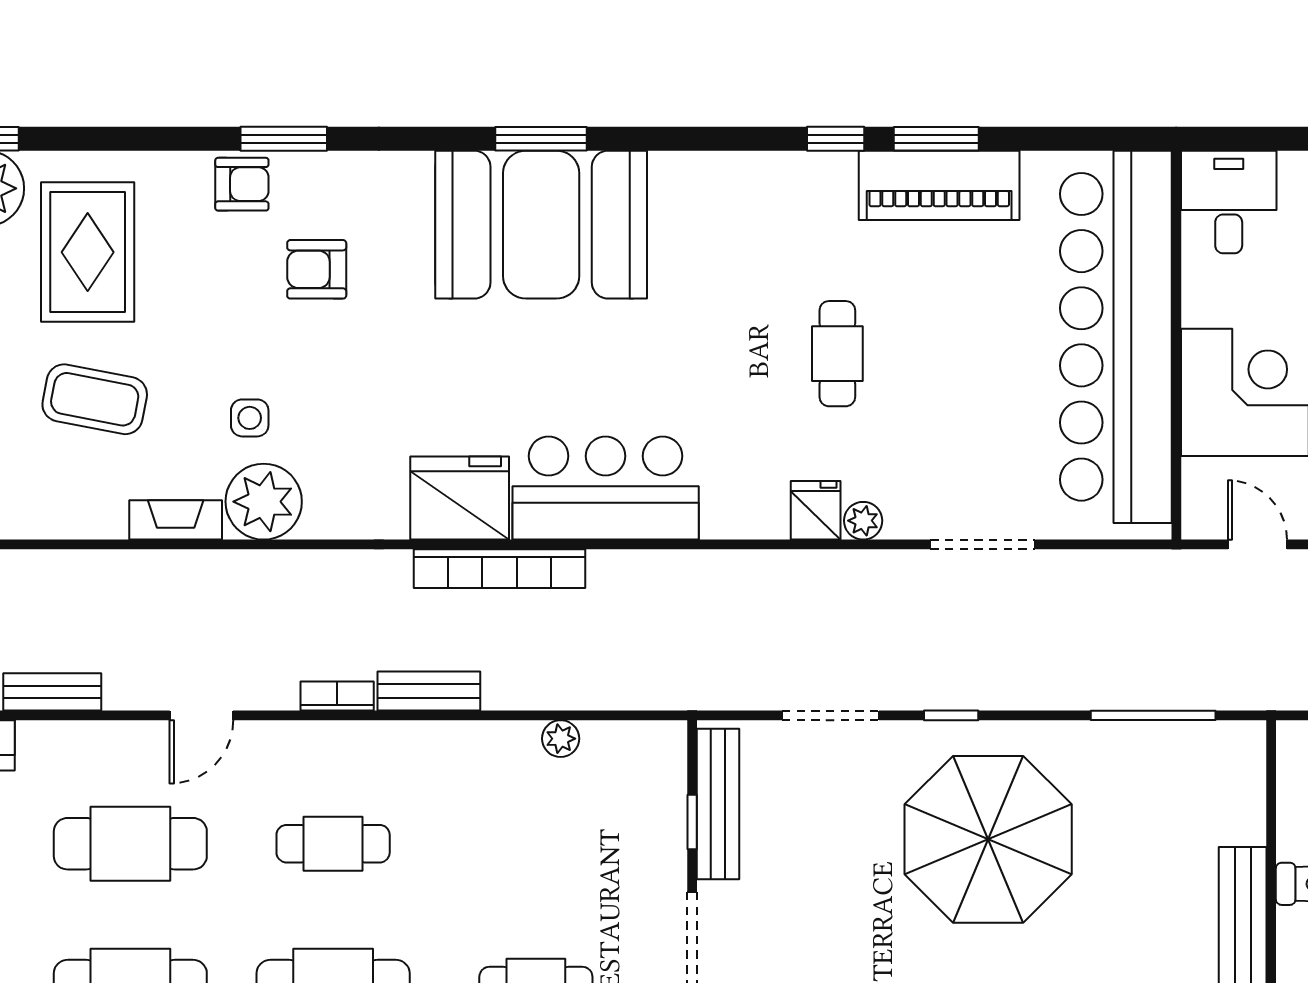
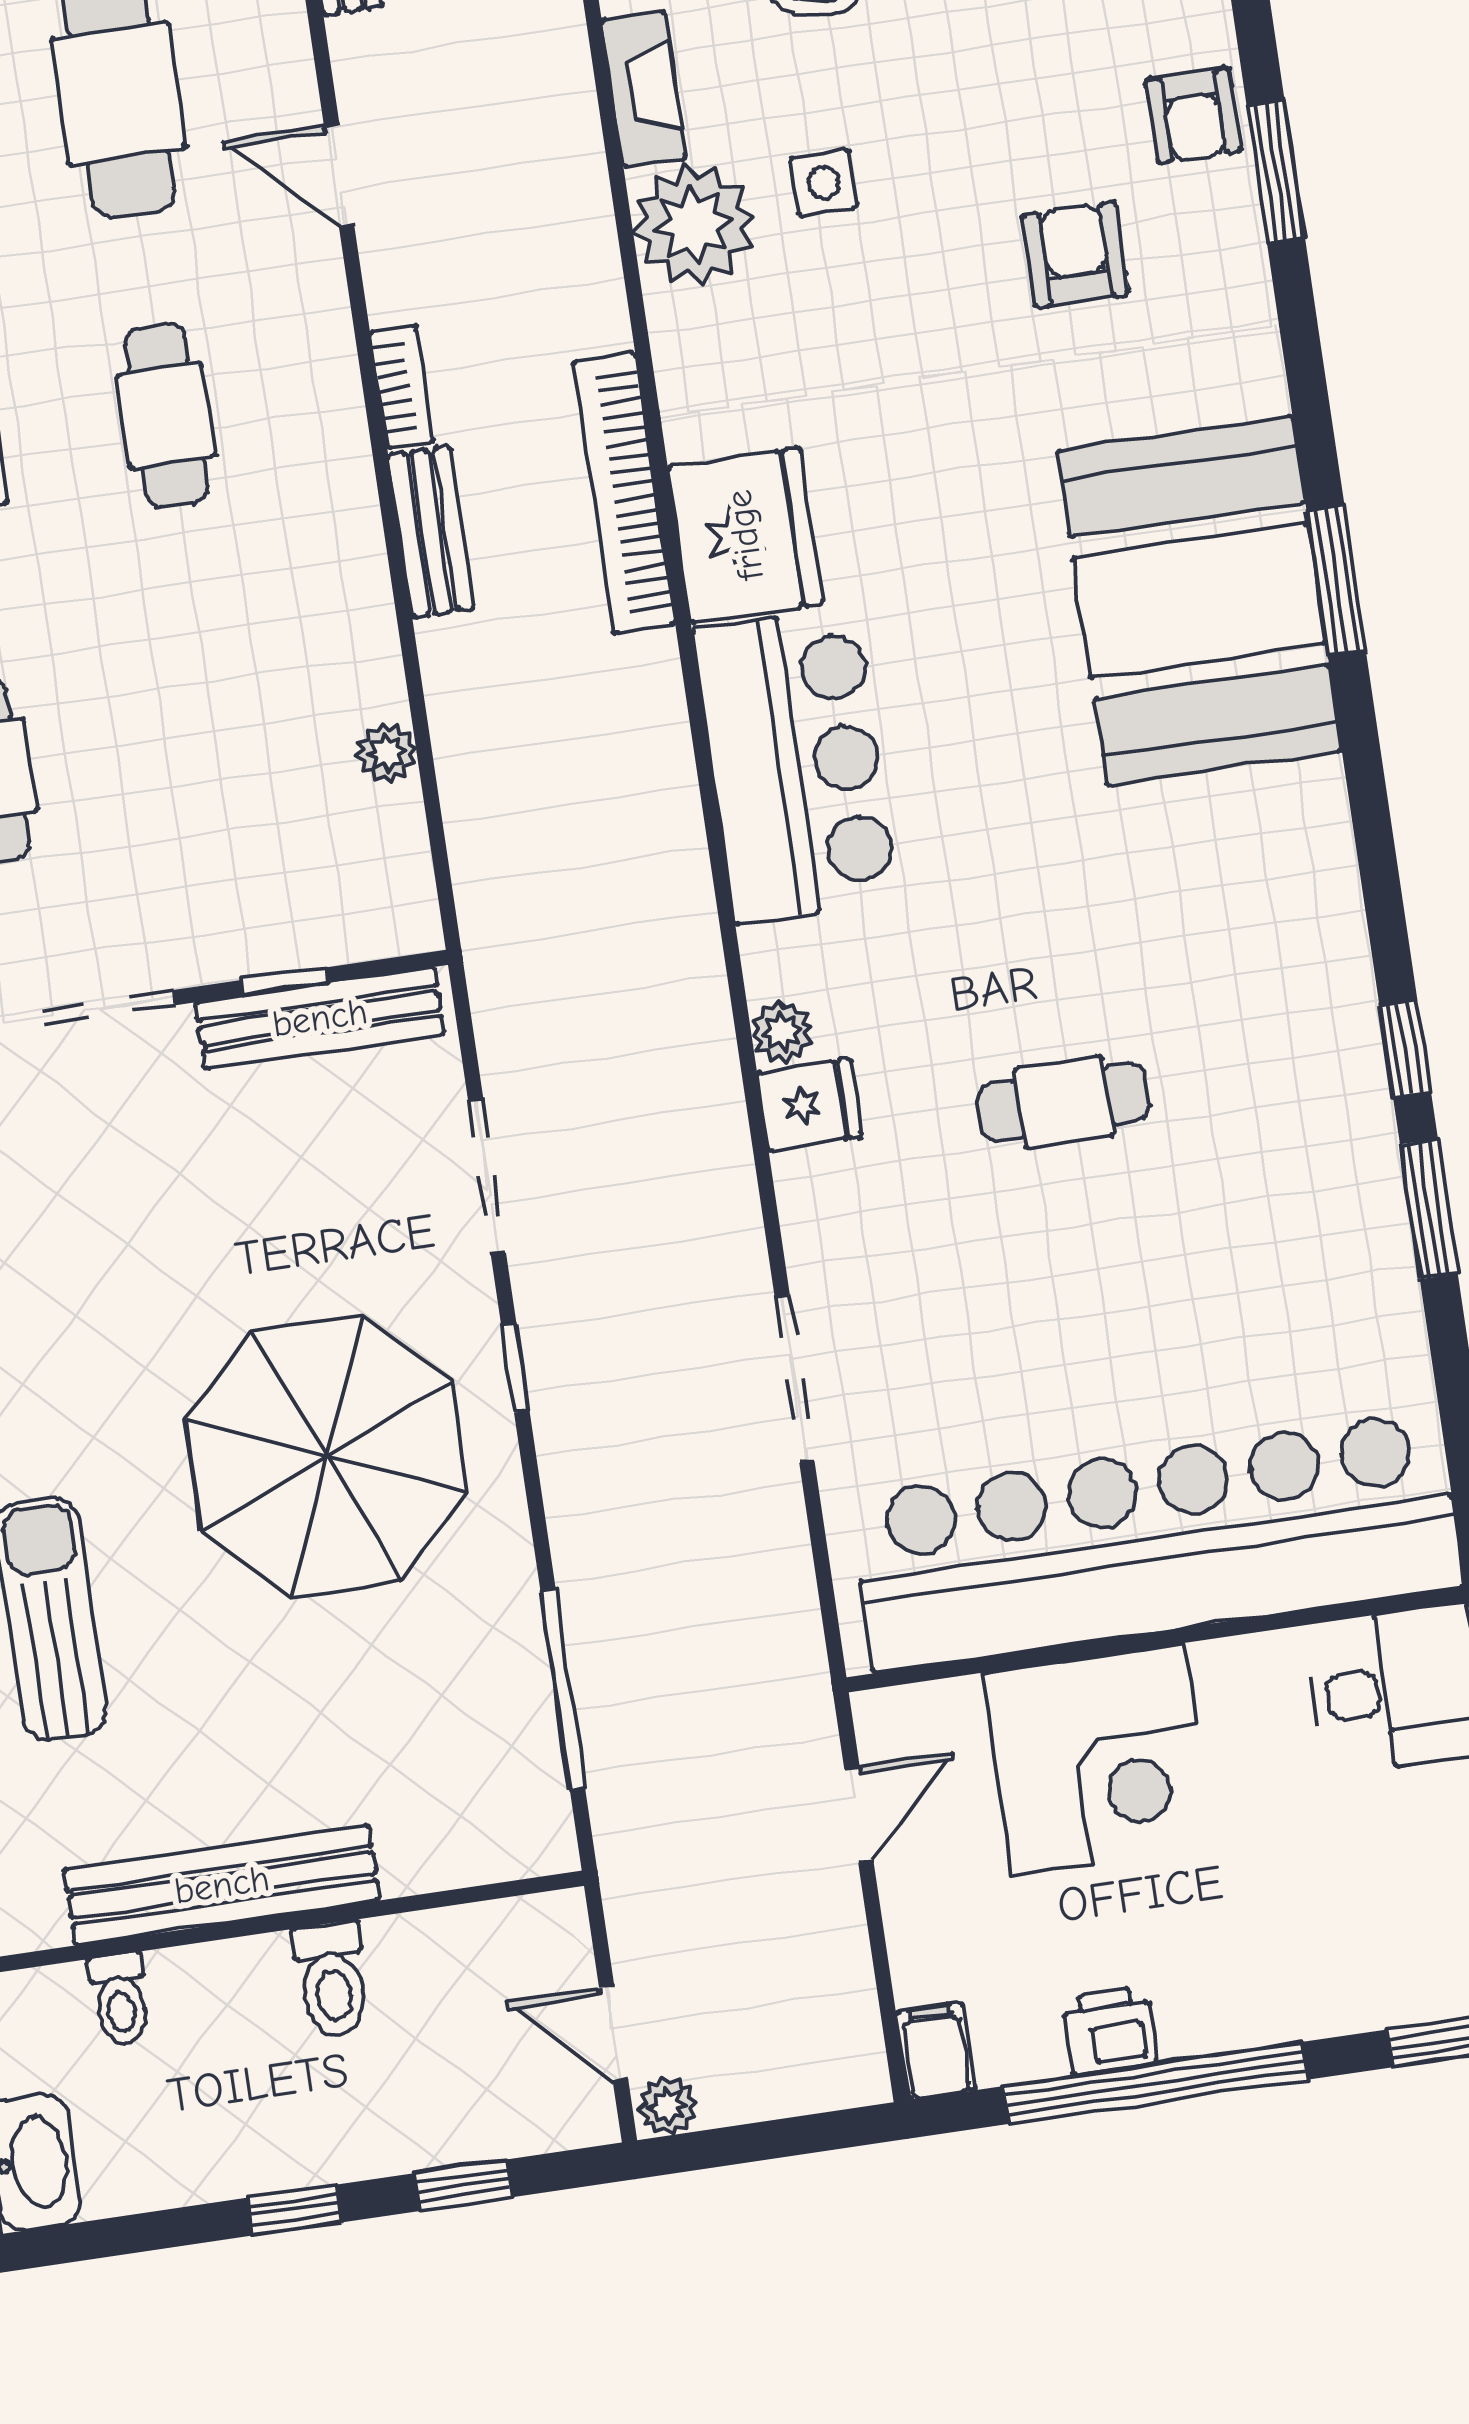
piano: (939, 185) -> (1355, 1225), removed
plant: (863, 521) -> (782, 1031), moved
bookcase: (500, 569) -> (624, 493), moved

